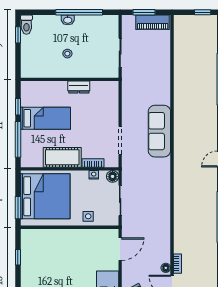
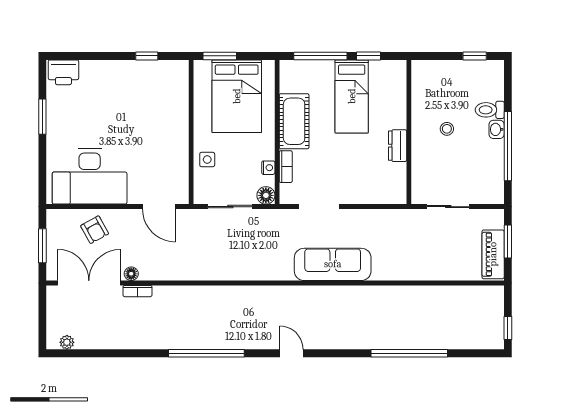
toilet: (26, 25) -> (490, 110), moved
bed: (45, 196) -> (237, 96), width x0.73

